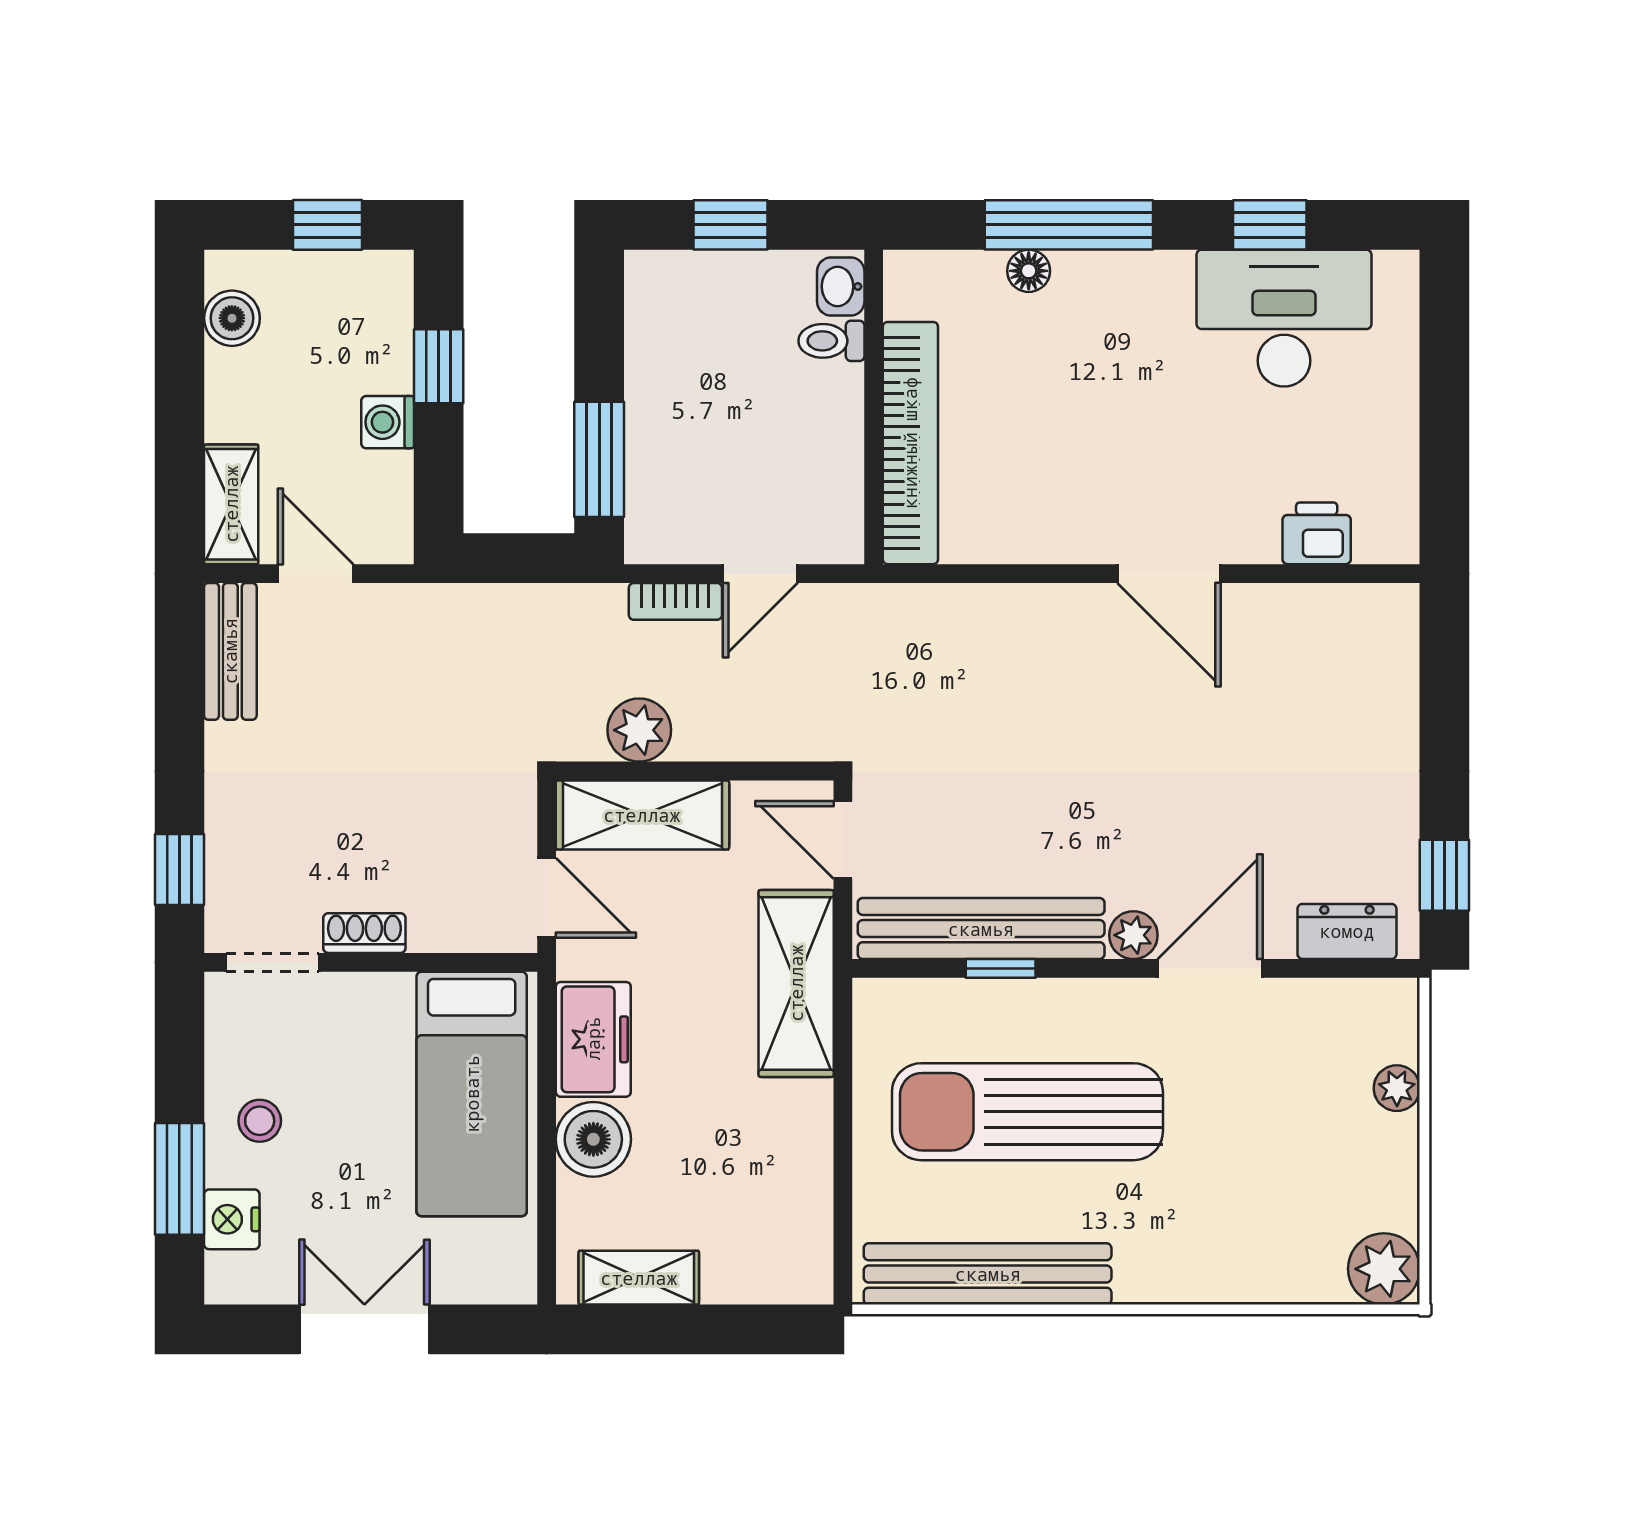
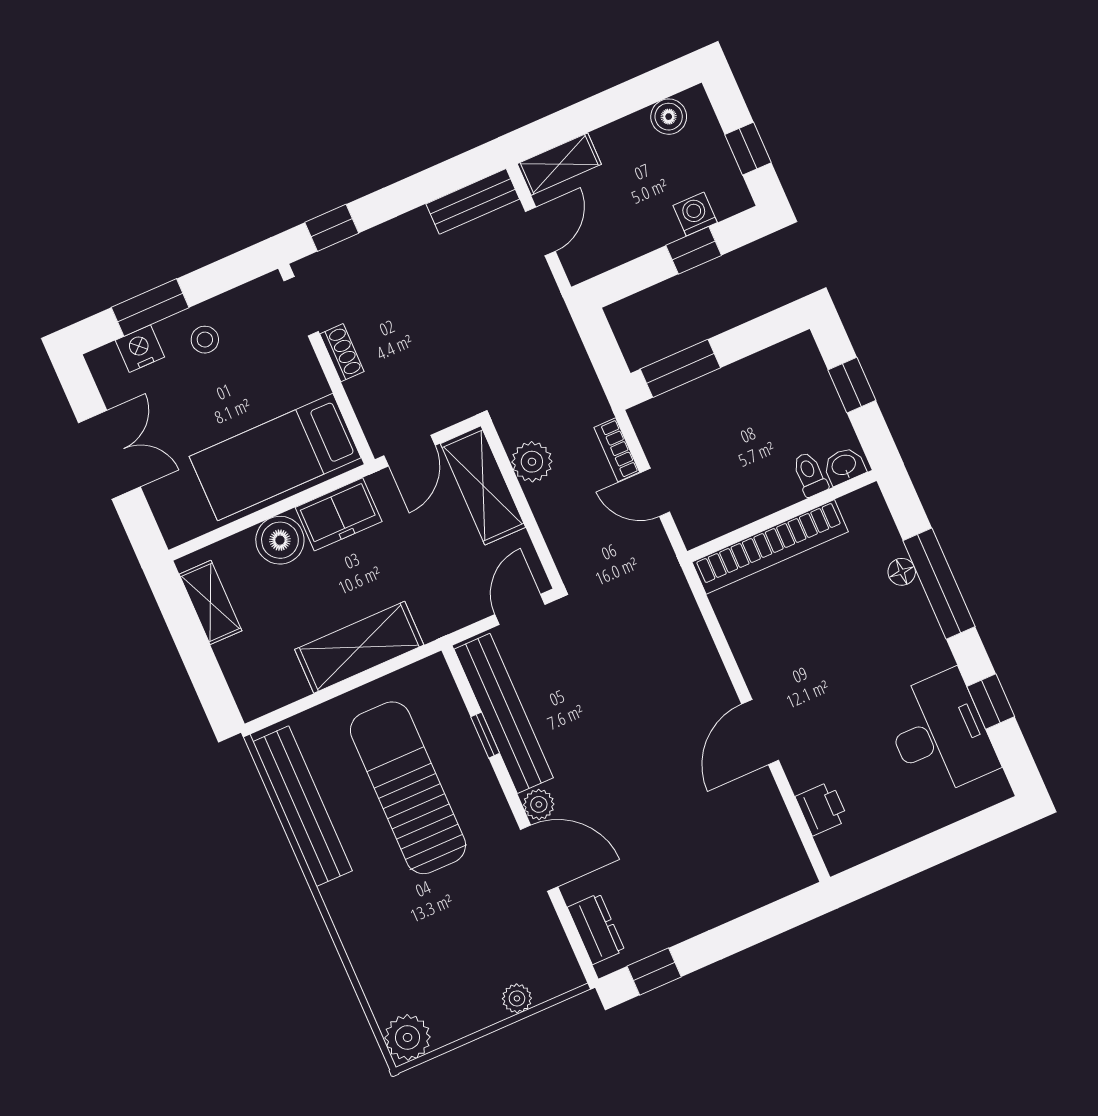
washing machine: (388, 422) -> (695, 214), moved
shelving: (796, 983) -> (359, 647), moved

